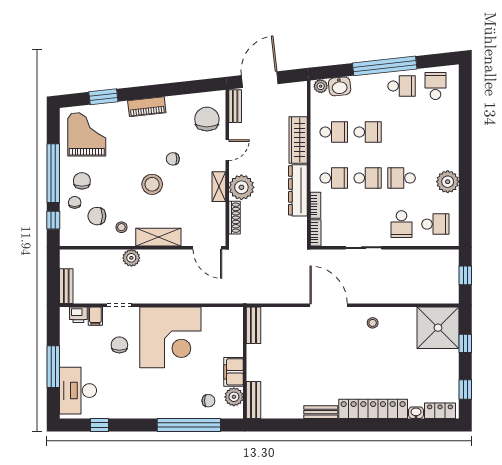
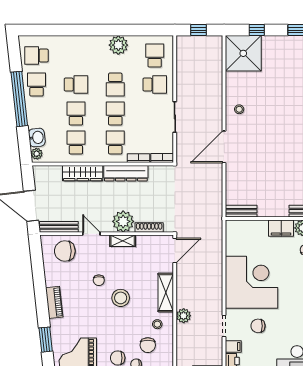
bench: (235, 106) -> (59, 227), width x1.36
school desk: (402, 132) -> (76, 85), added

